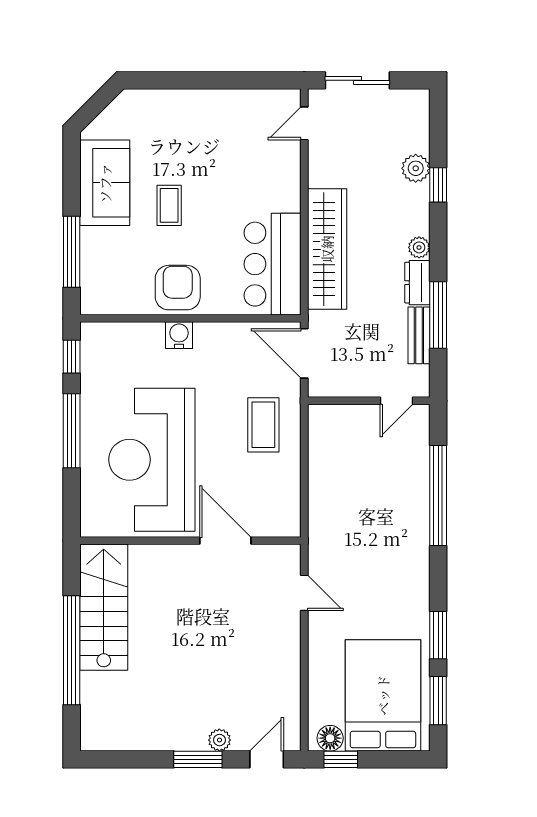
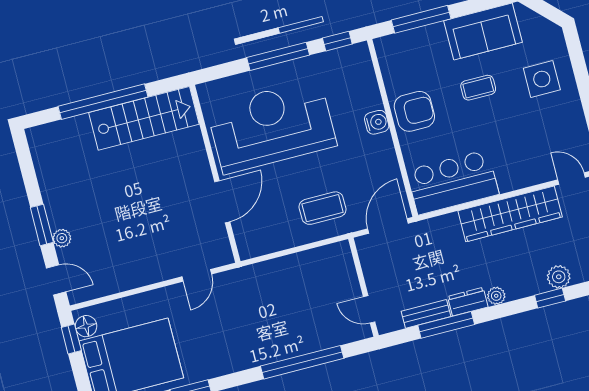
side table: (178, 128) -> (542, 79), added
wardrobe: (327, 249) -> (510, 214), moved

